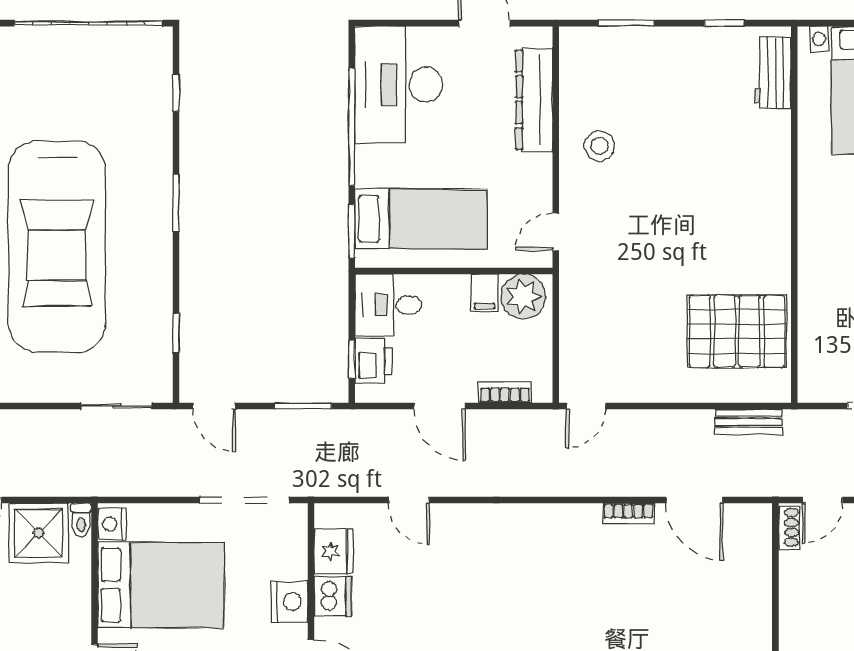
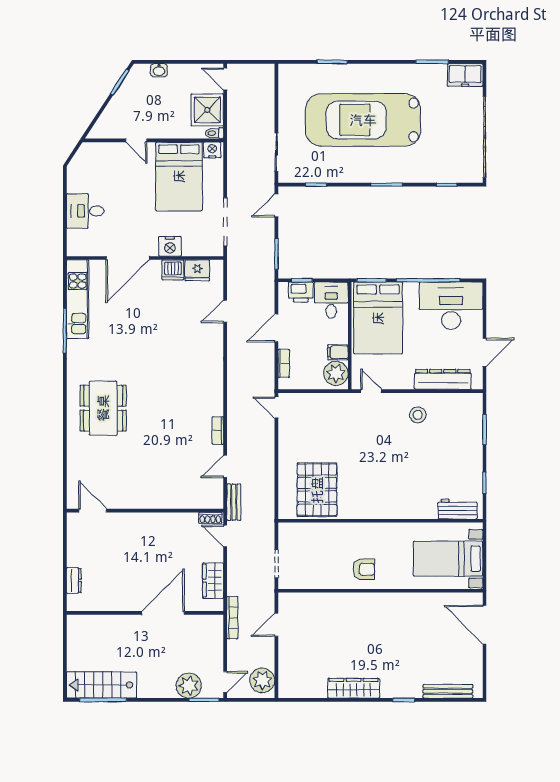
bed: (421, 219) -> (378, 318), width x1.50
bench: (749, 422) -> (234, 502), moved
door: (694, 500) -> (225, 466), width x0.73

